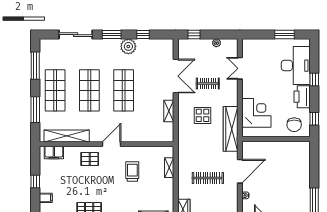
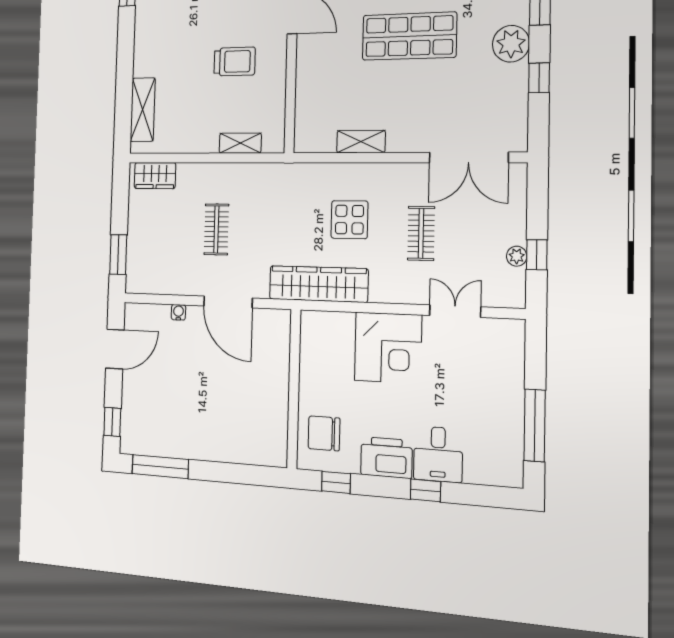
window: (194, 35) -> (537, 255), moved
window: (285, 35) -> (535, 425), width x1.44
desk: (296, 66) -> (438, 454), width x0.53, depth x0.77
double door: (176, 76) -> (468, 157), moved
corner desk: (256, 113) -> (388, 348), moved
clothes rail: (208, 178) -> (216, 229), width x0.73

